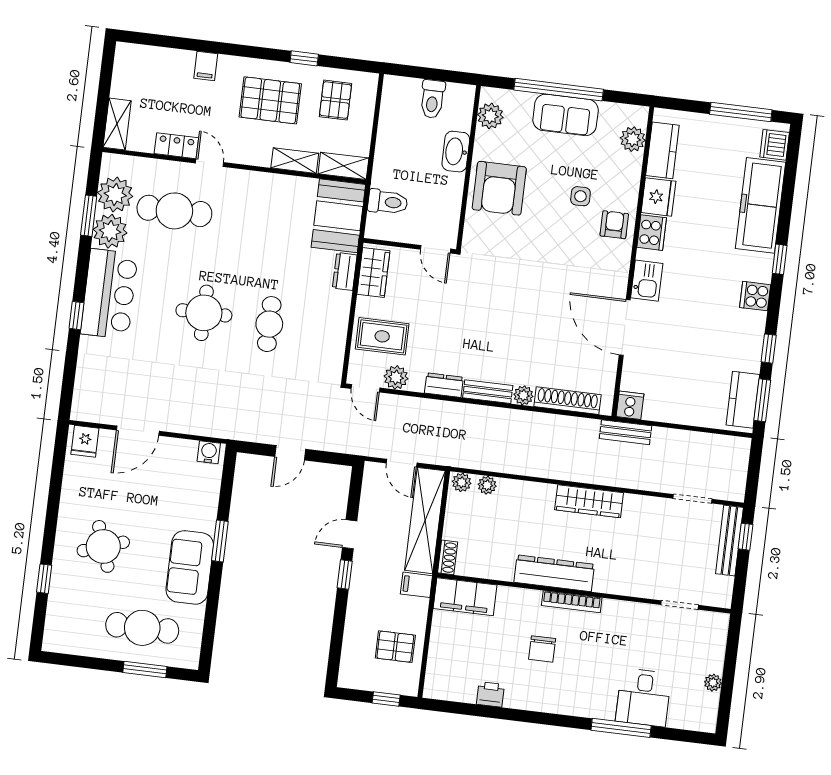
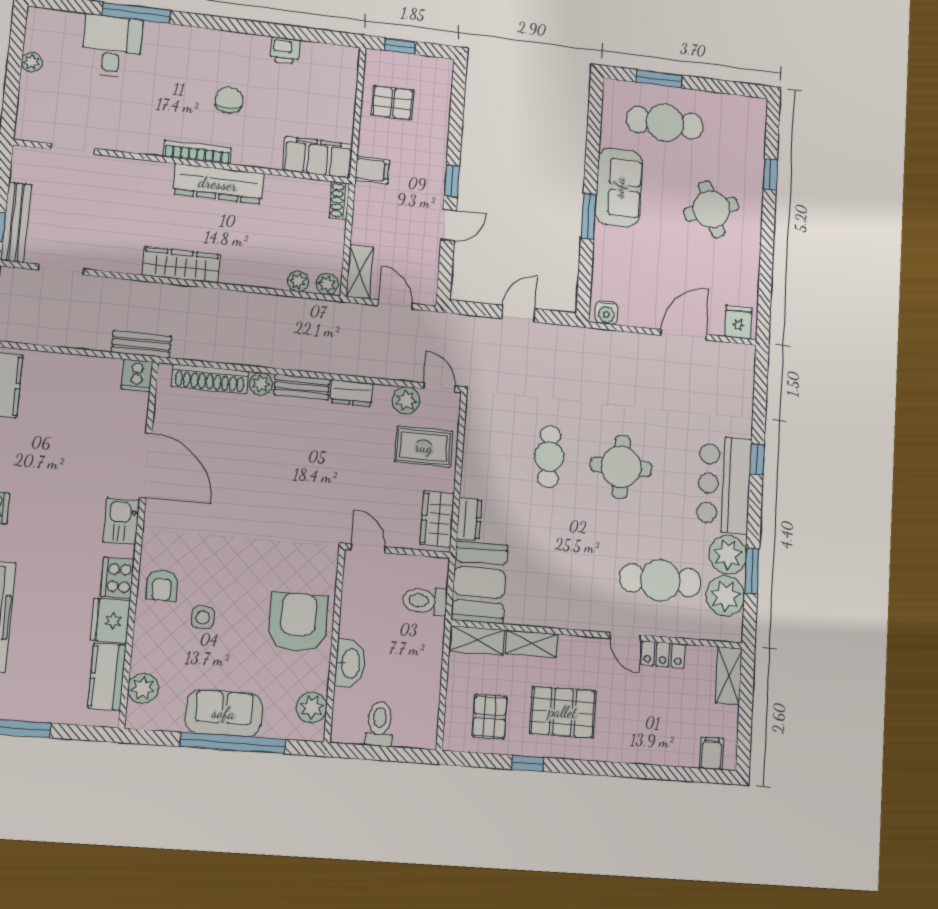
filing cabinet: (206, 66) -> (712, 753), moved
shelving: (425, 521) -> (360, 272), width x0.45, depth x0.75

